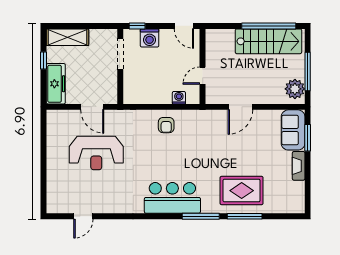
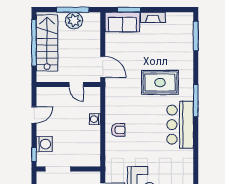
wall: (203, 66) -> (68, 84), moved
door: (203, 76) -> (76, 84), moved
plant: (295, 89) -> (74, 20), moved
rug: (242, 191) -> (160, 82), moved, turned 90
window: (245, 216) -> (196, 36), moved

